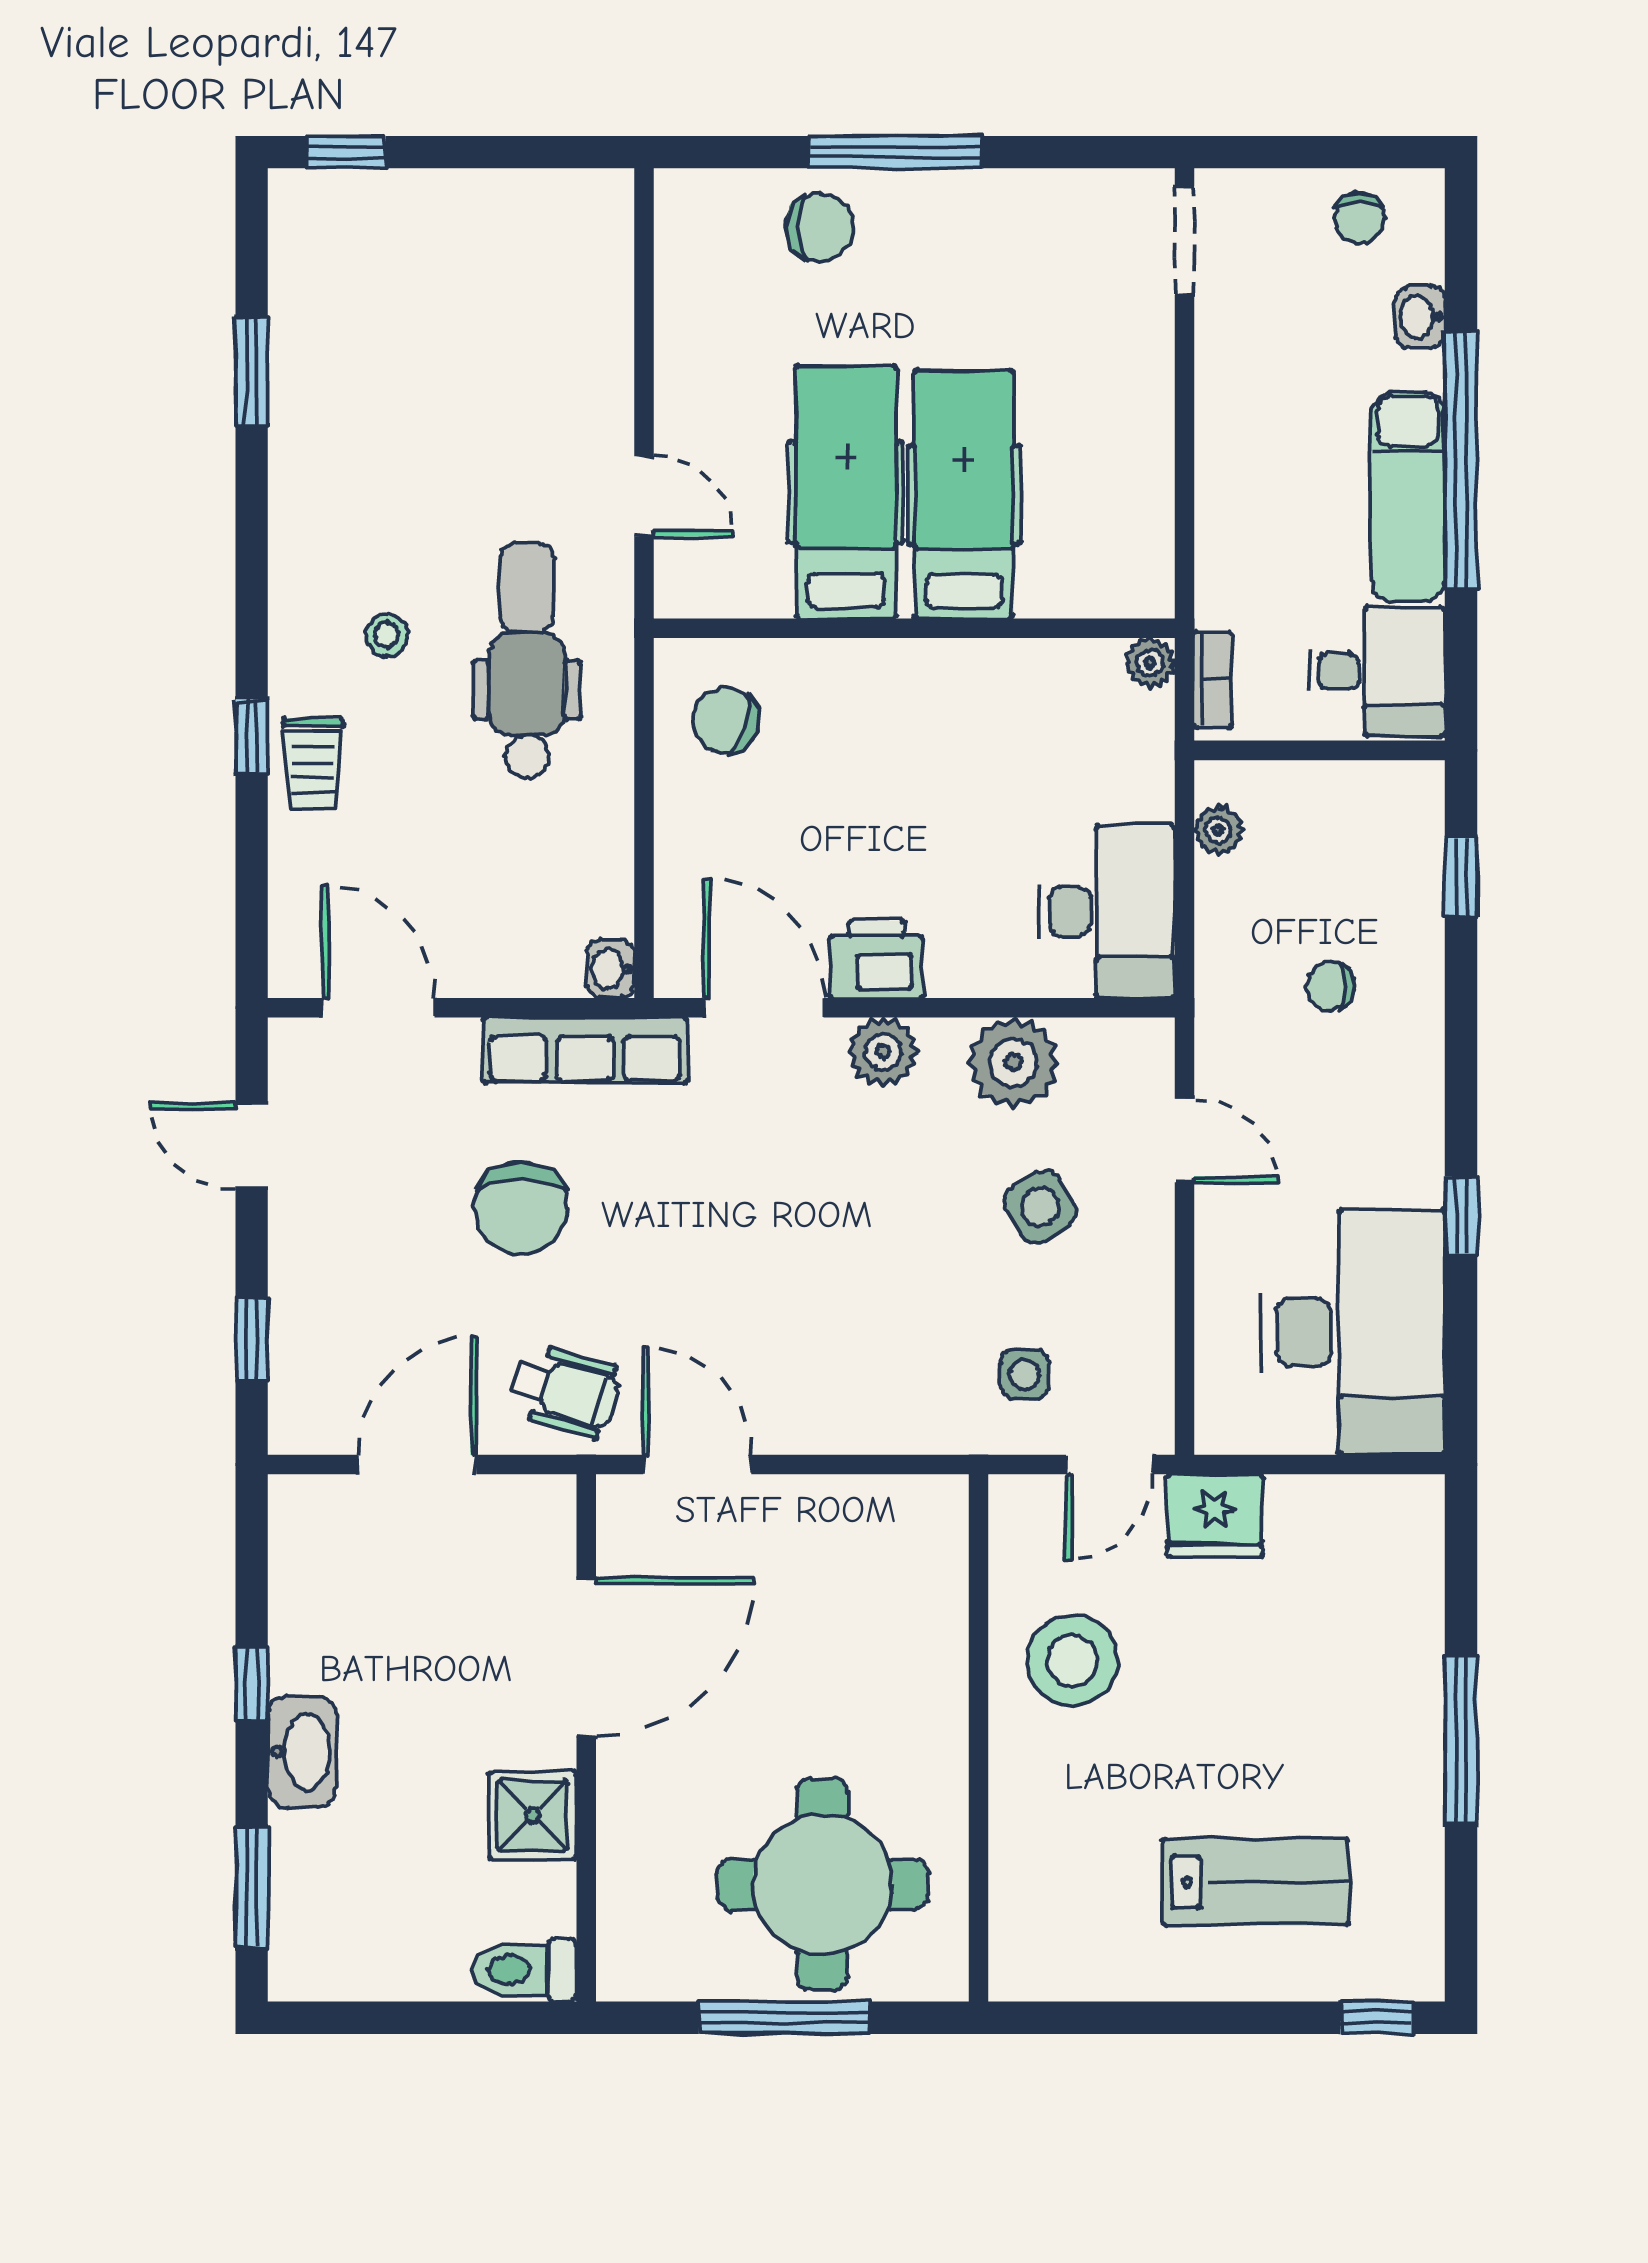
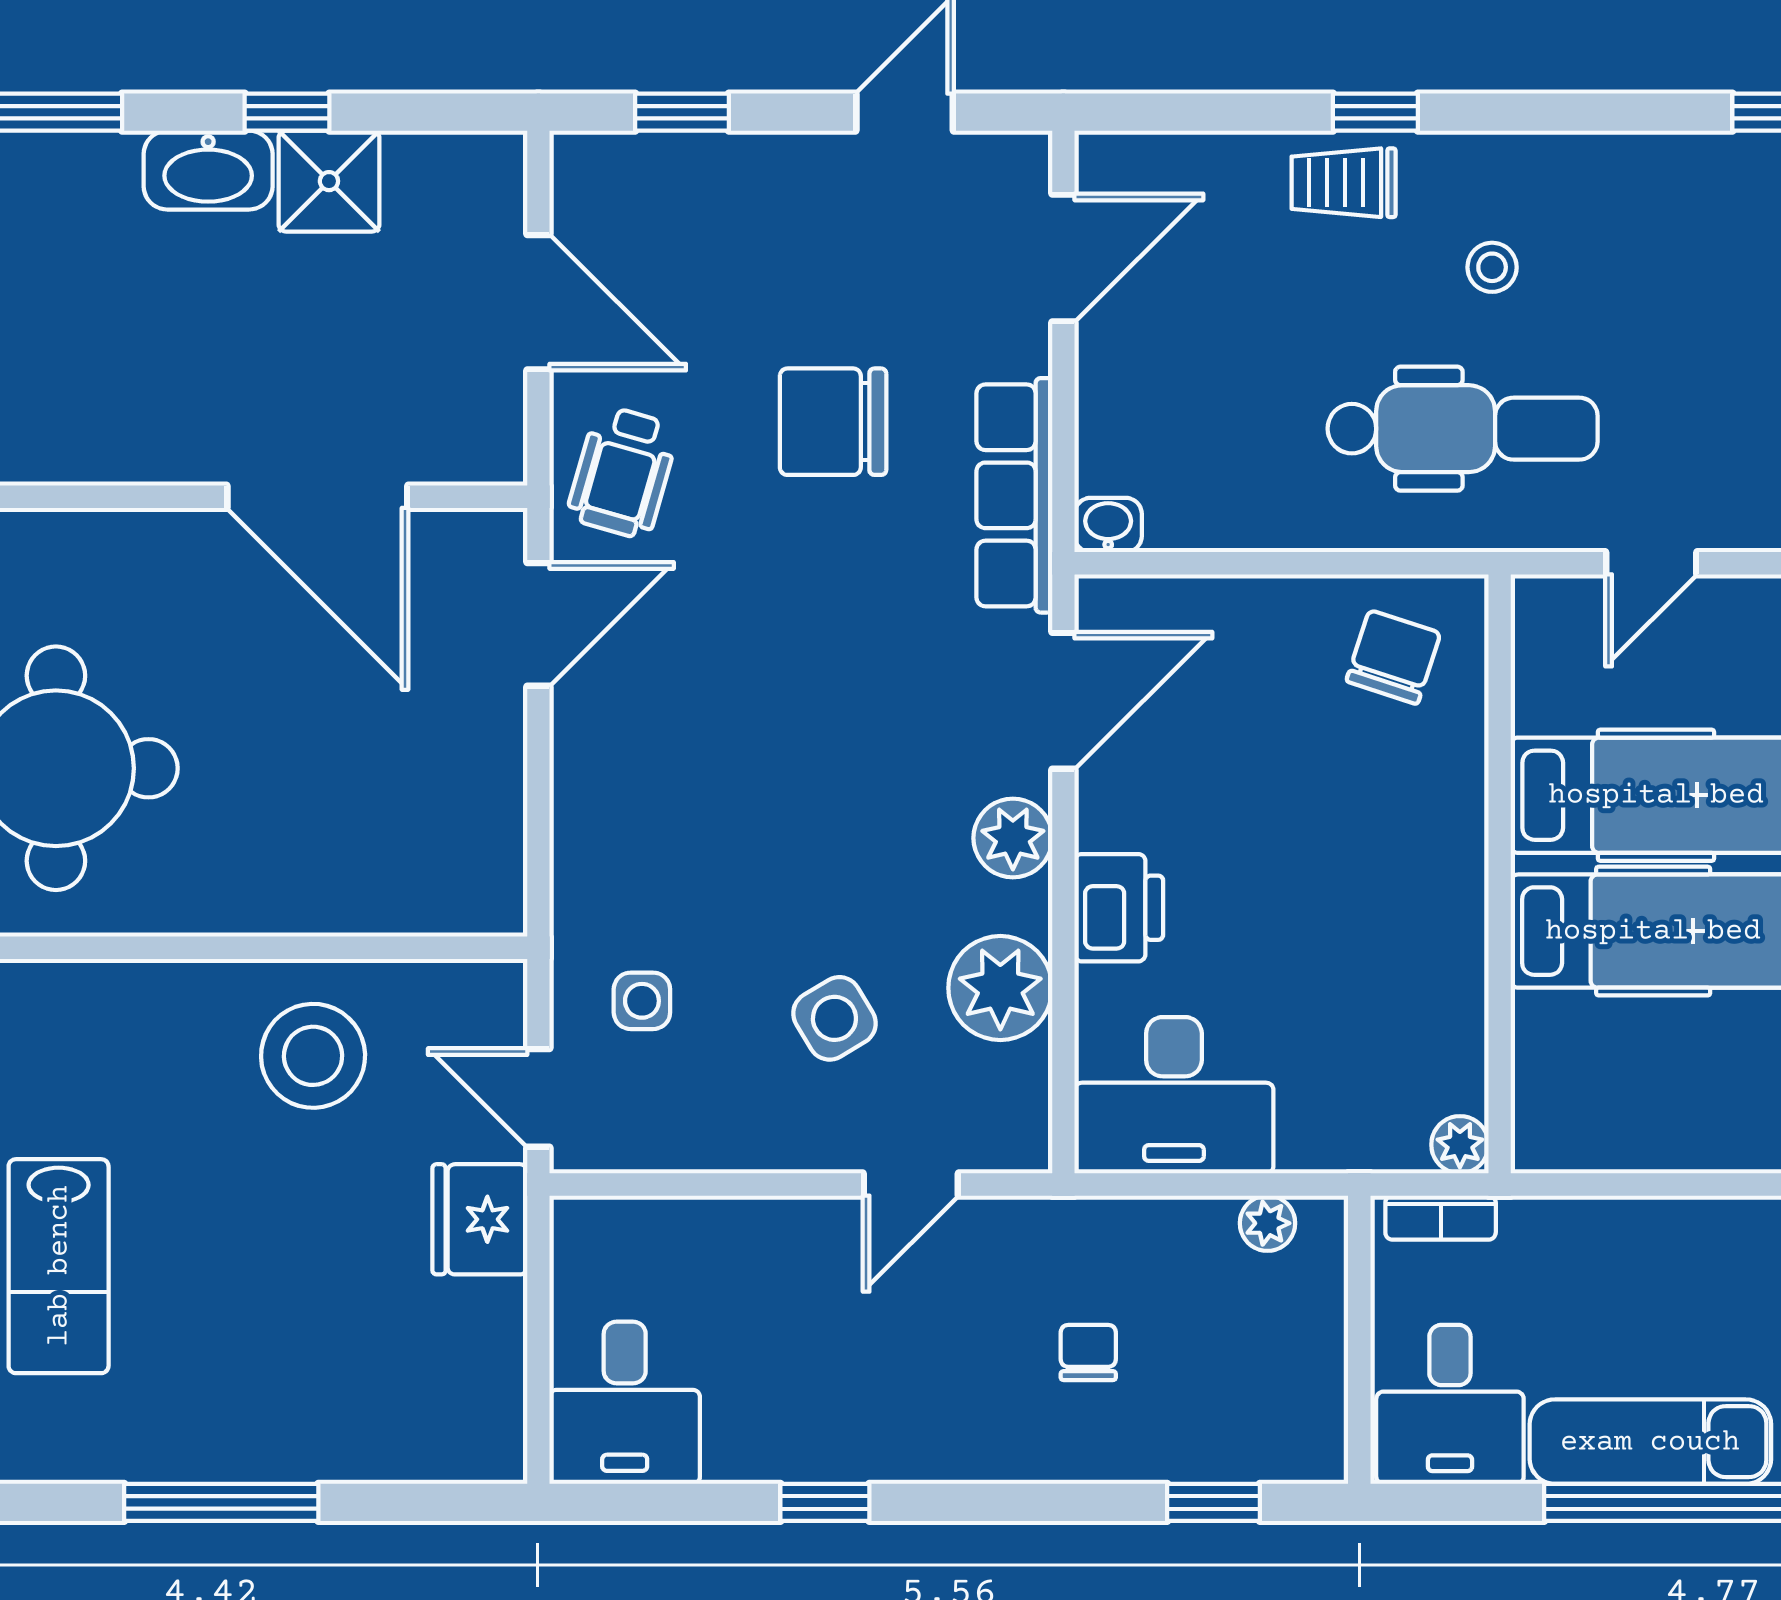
printer: (876, 959) -> (1119, 908), moved
desk: (1353, 1332) -> (625, 1403), width x0.53, depth x0.77
shower: (533, 1815) -> (329, 181), moved

